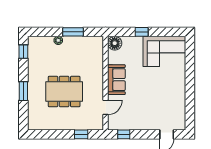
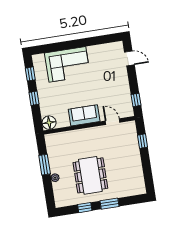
window: (167, 32) -> (30, 74), added
corner sofa: (164, 51) -> (67, 64), moved, turned 90
window: (23, 52) -> (85, 208), moved
dining table: (64, 92) -> (90, 175), moved

